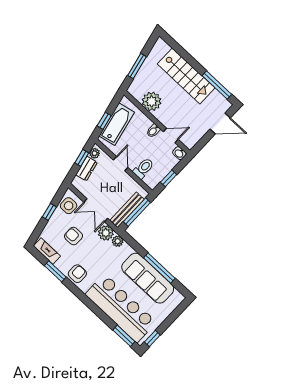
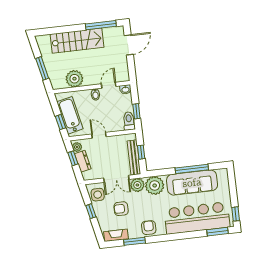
toilet: (143, 168) -> (129, 121), moved
window: (137, 212) -> (141, 152), width x0.46
plant: (118, 241) -> (155, 185), width x1.88, depth x1.88

